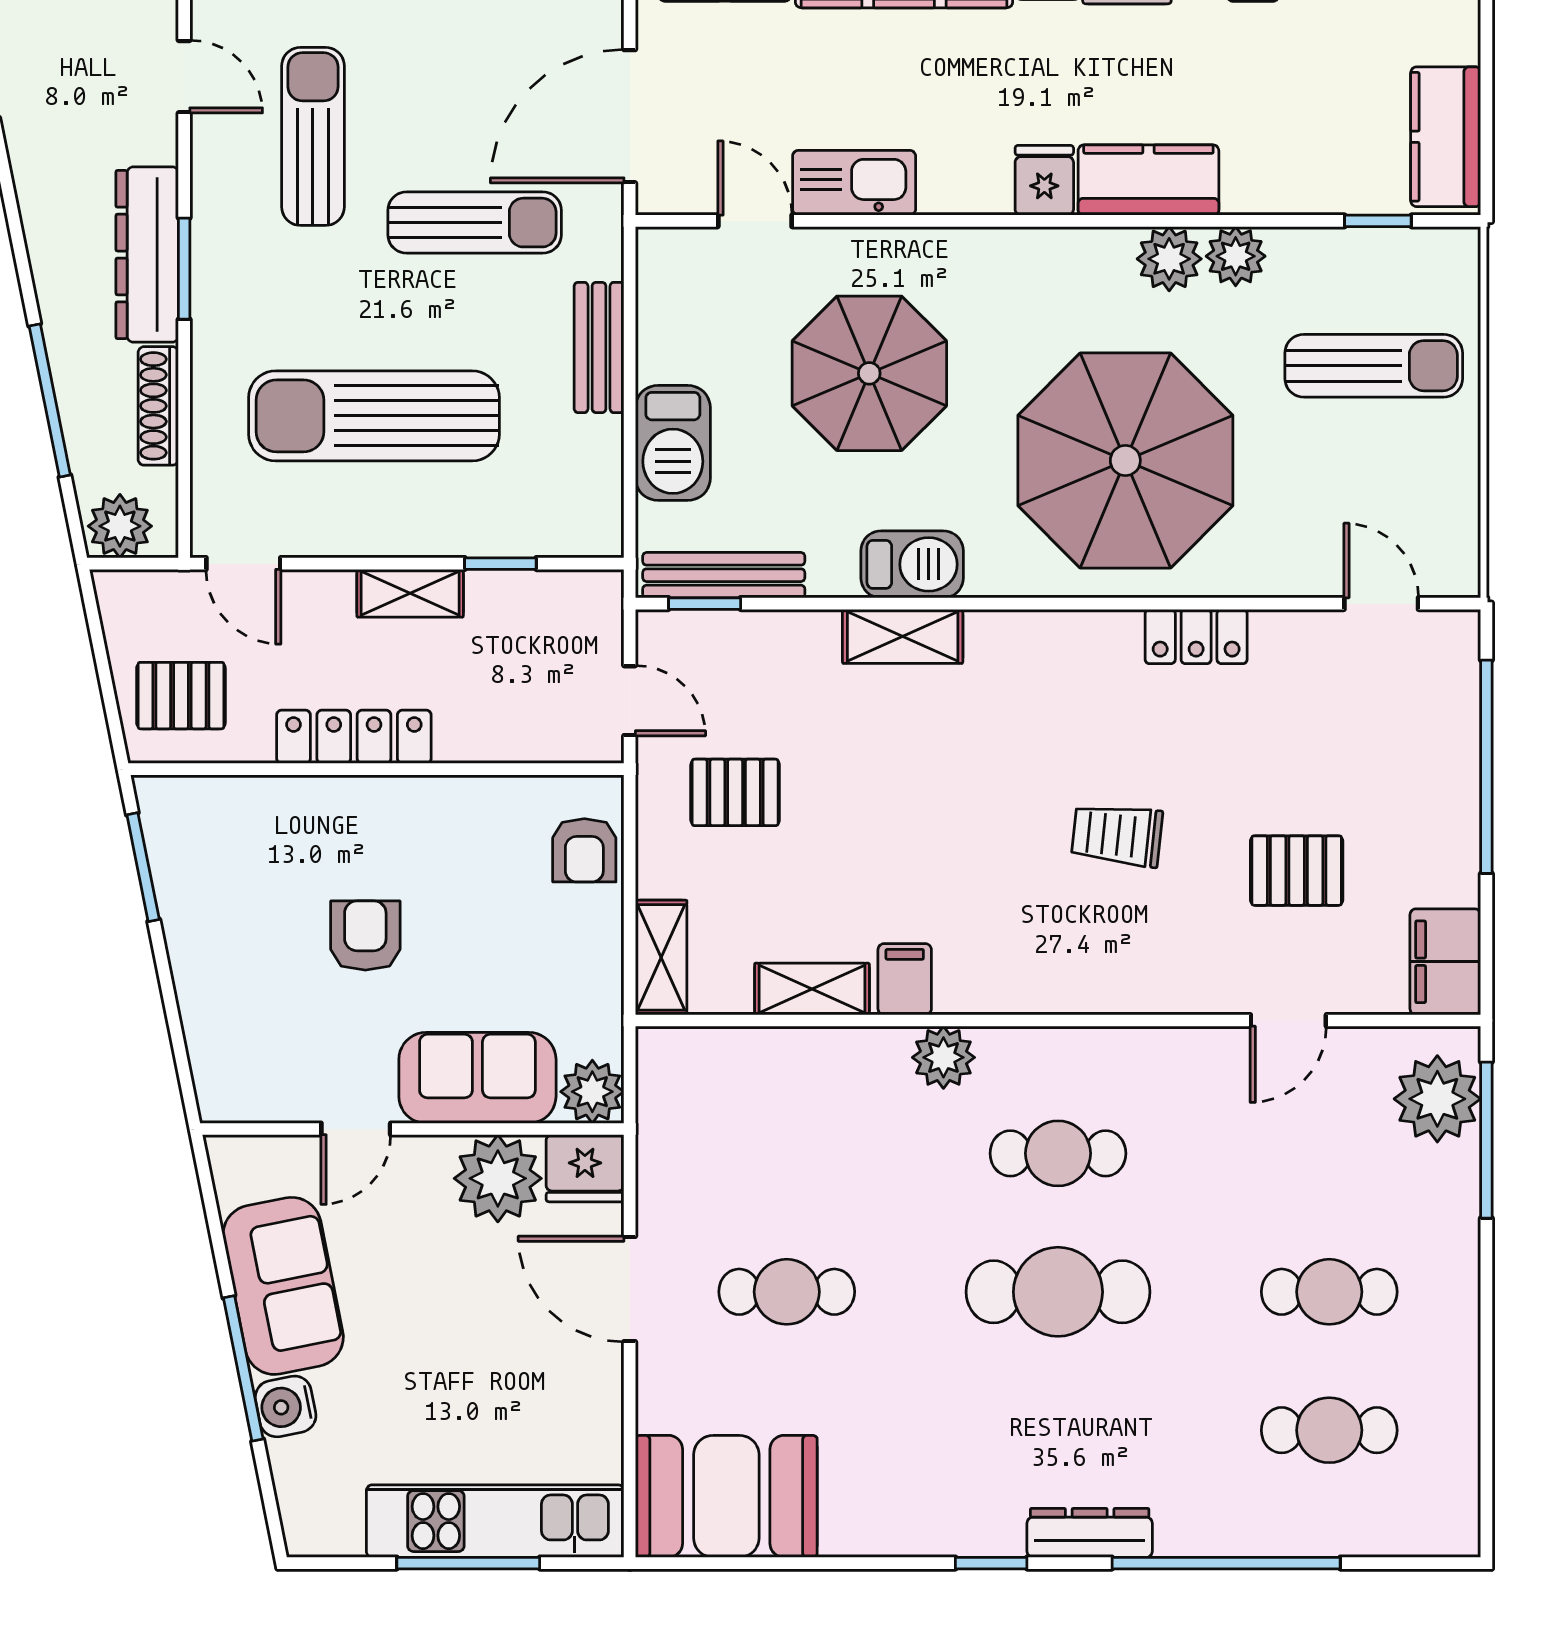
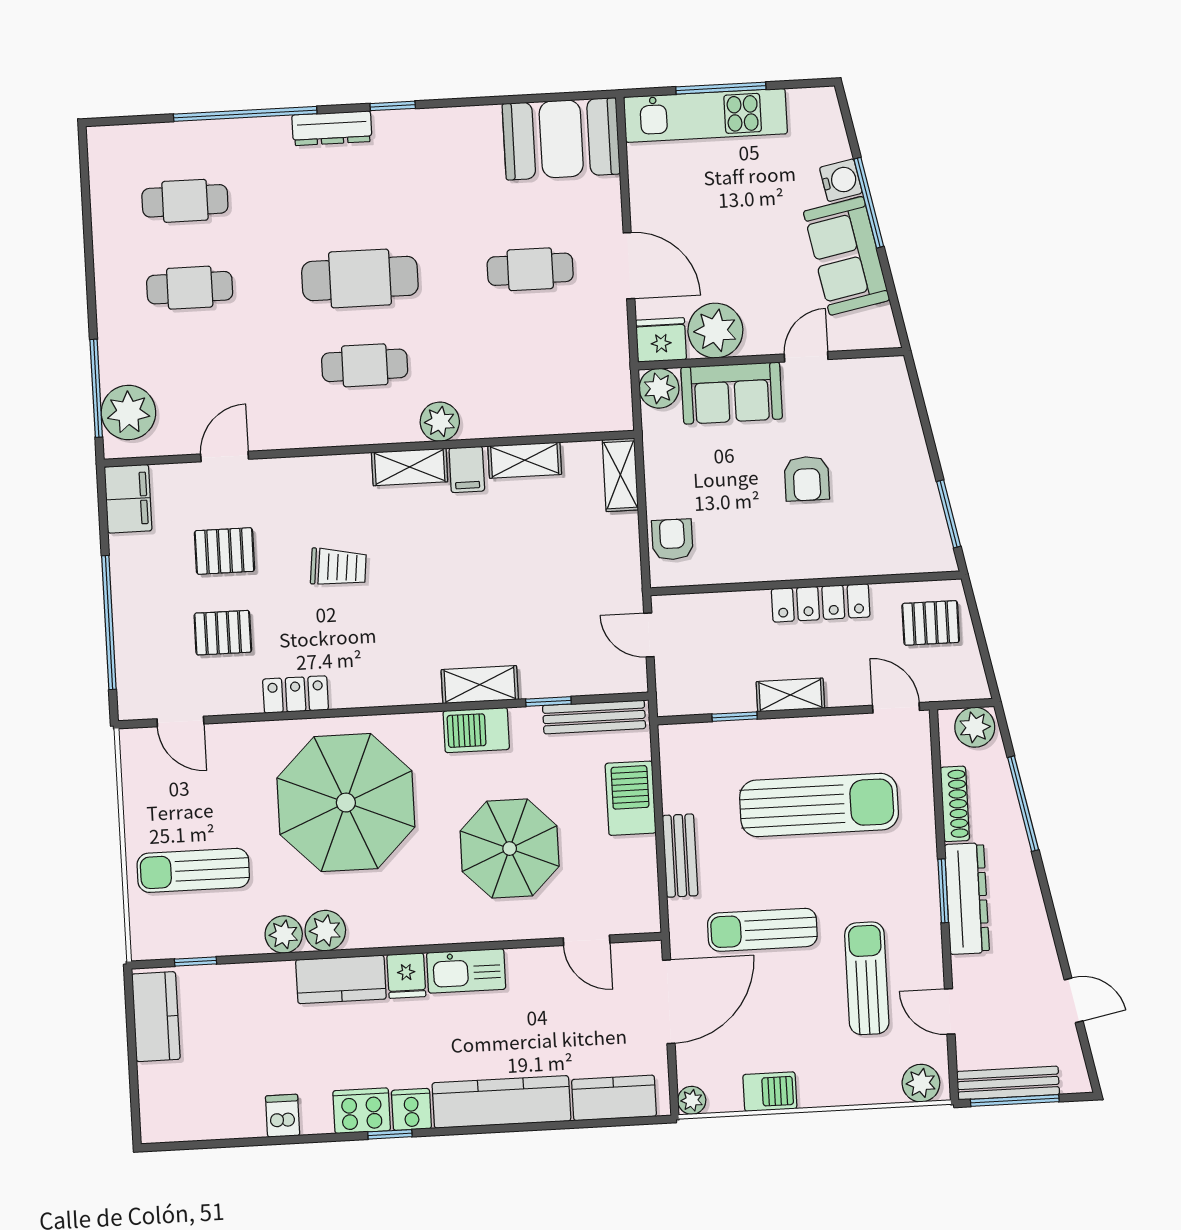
sun lounger: (313, 136) -> (867, 978), turned 180
kitchen sink: (854, 183) -> (466, 971), moved
window: (705, 604) -> (548, 701), moved
pallet: (735, 792) -> (223, 633), moved
shelving: (995, 988) -> (410, 467), added

